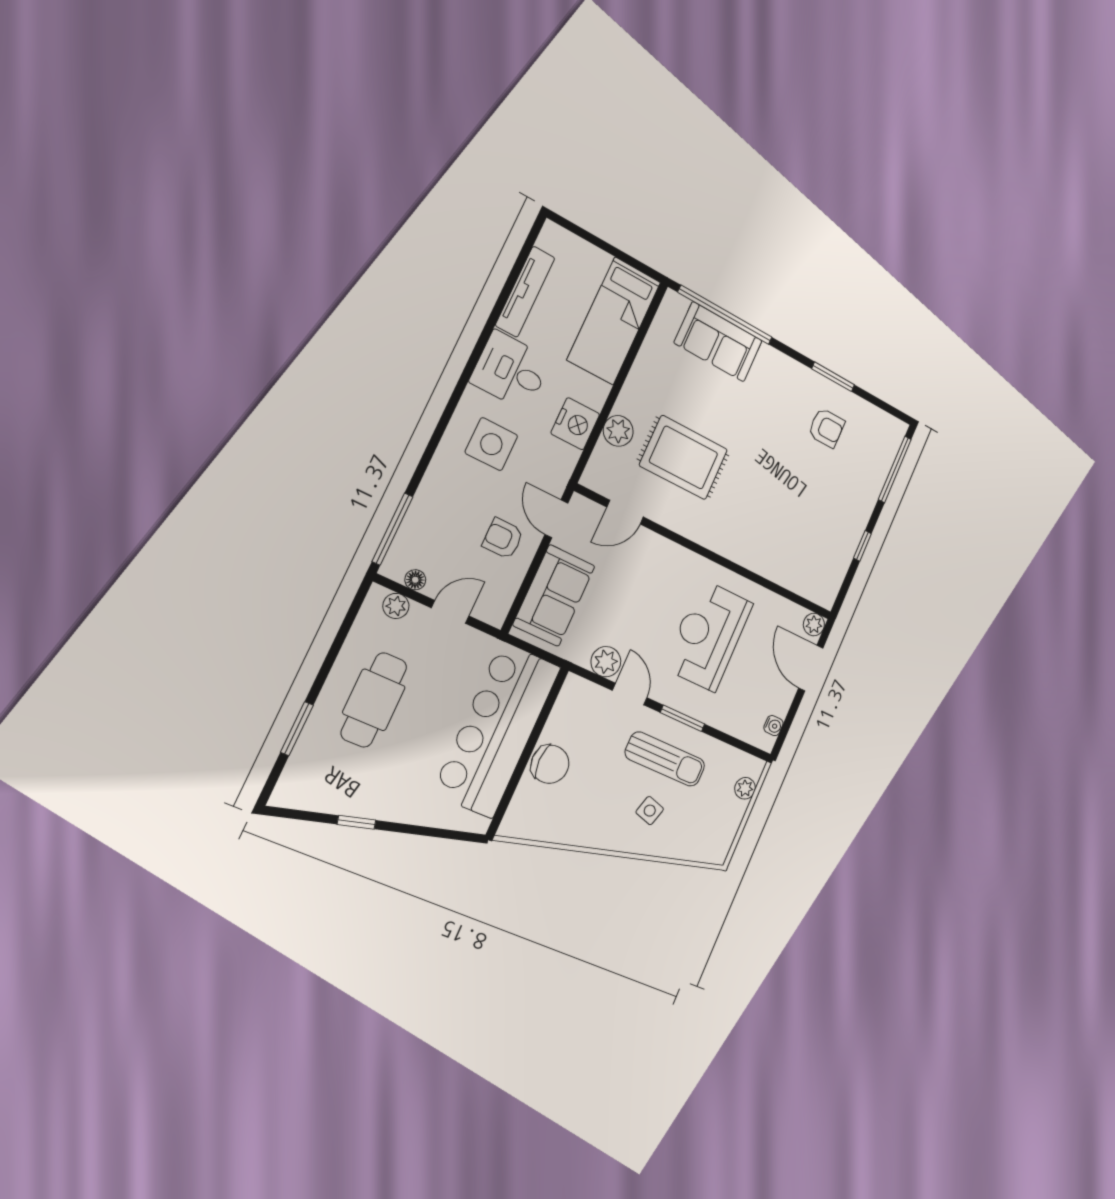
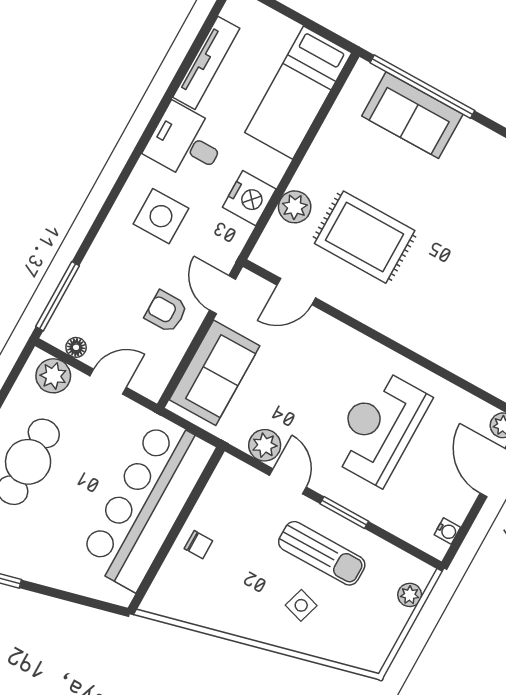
plant: (396, 606) -> (53, 376), width x1.38, depth x1.38
chair: (550, 764) -> (198, 545), width x0.54, depth x0.54

